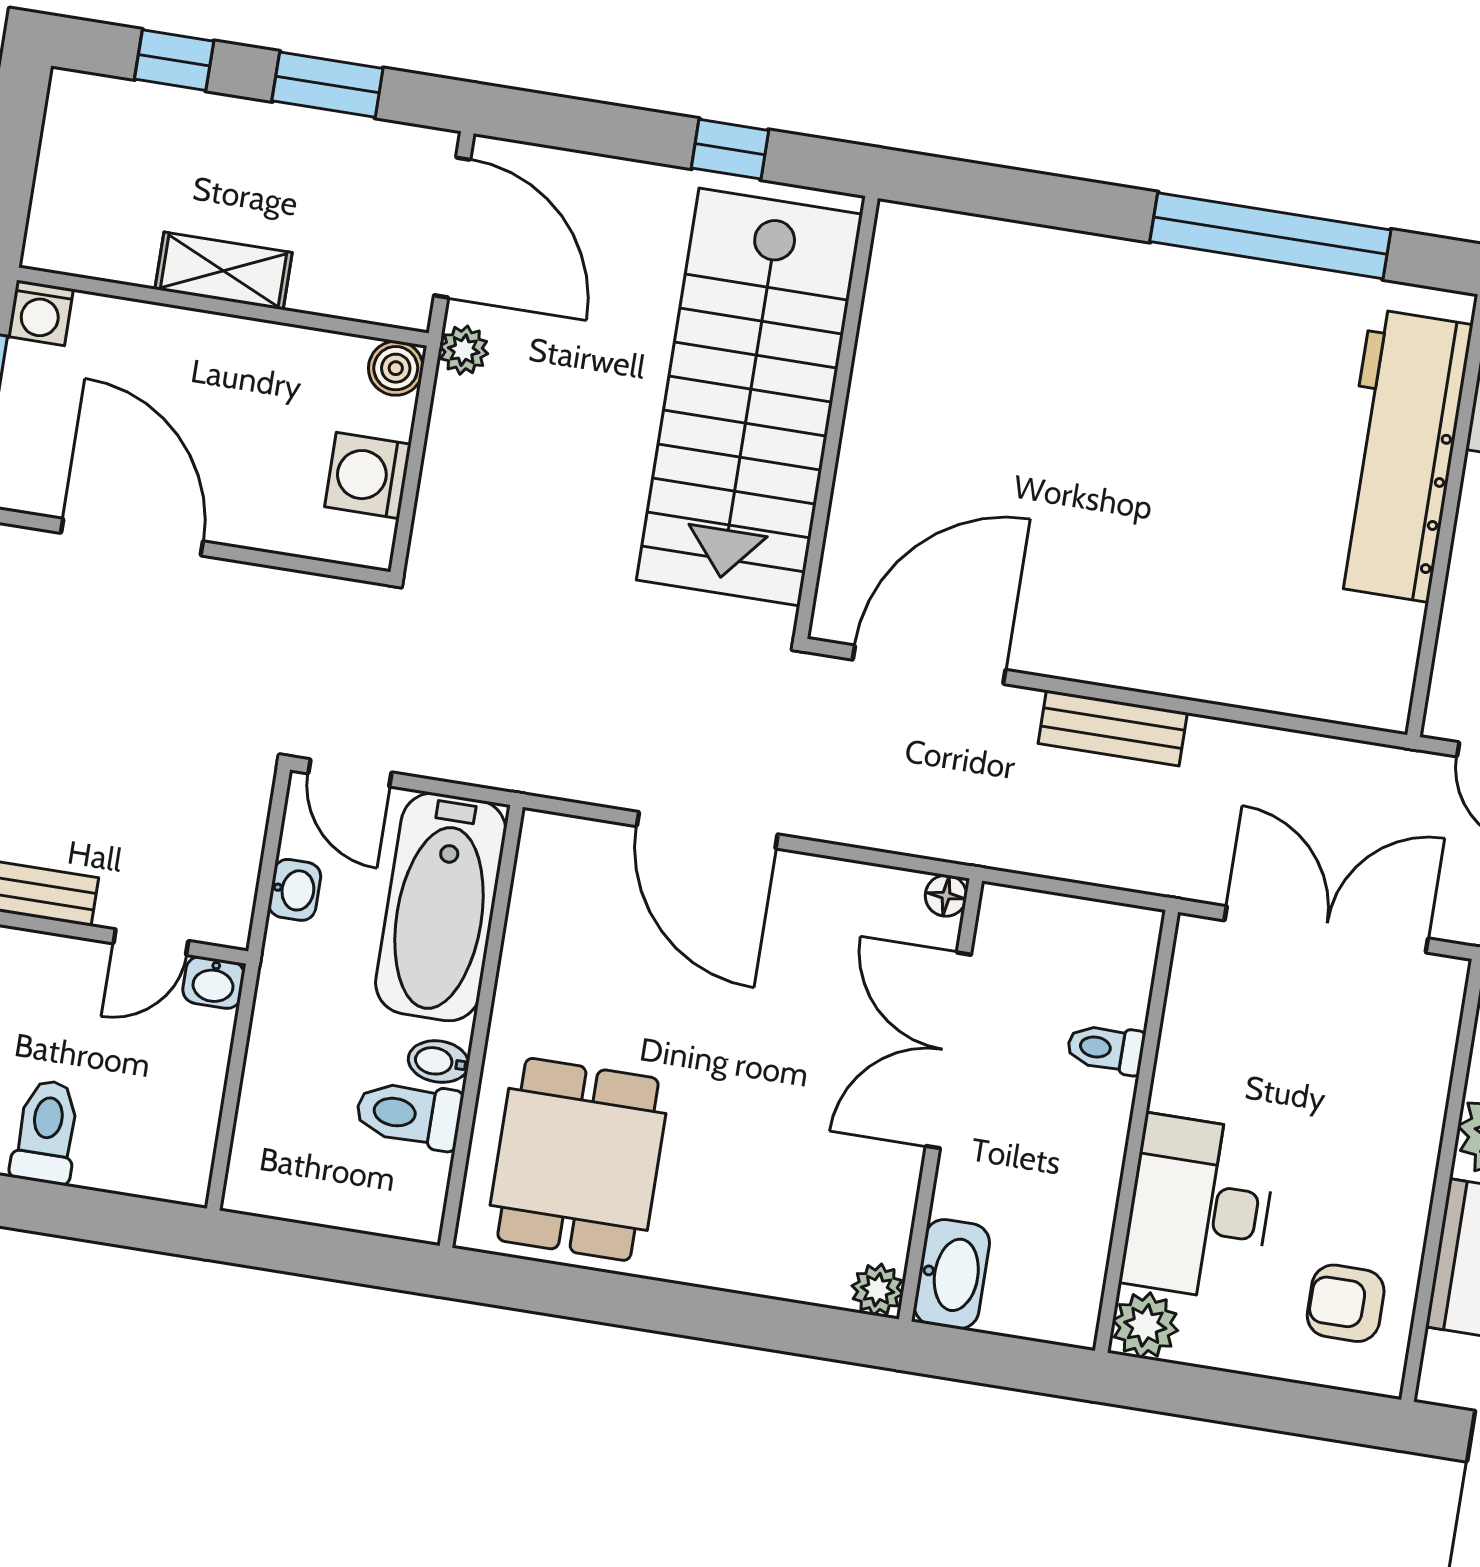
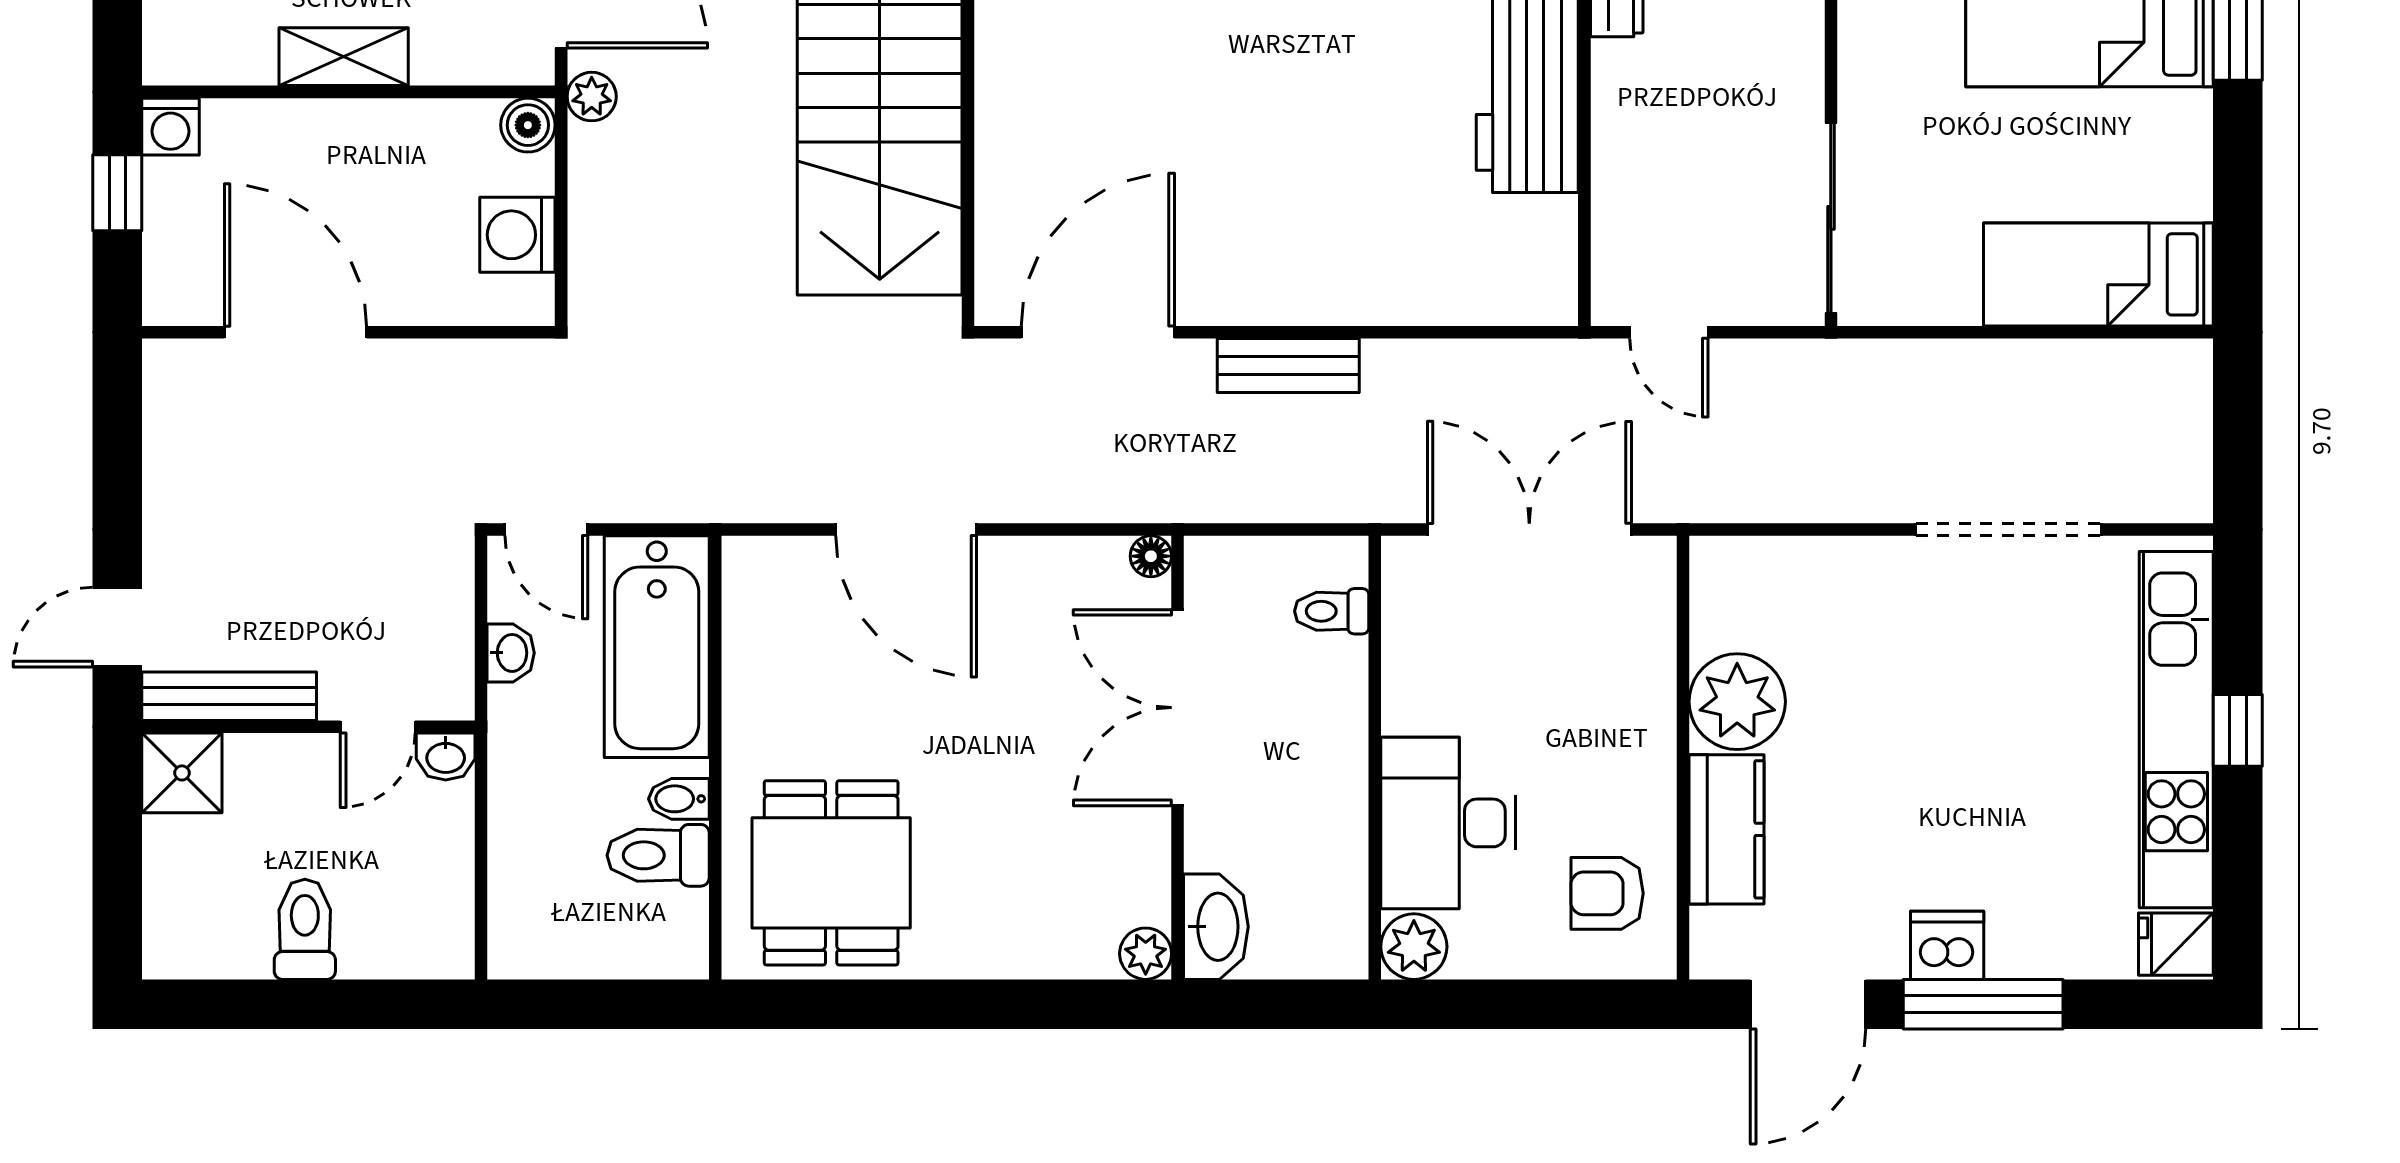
toilet: (1106, 1049) -> (1332, 611), moved

